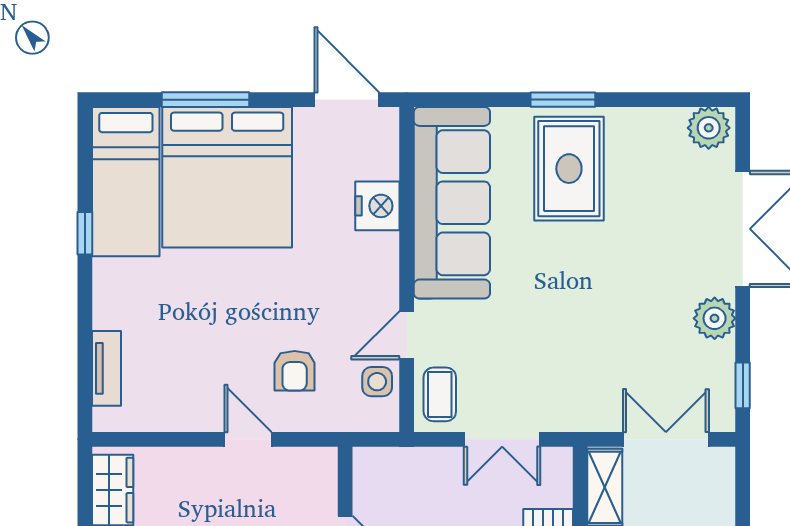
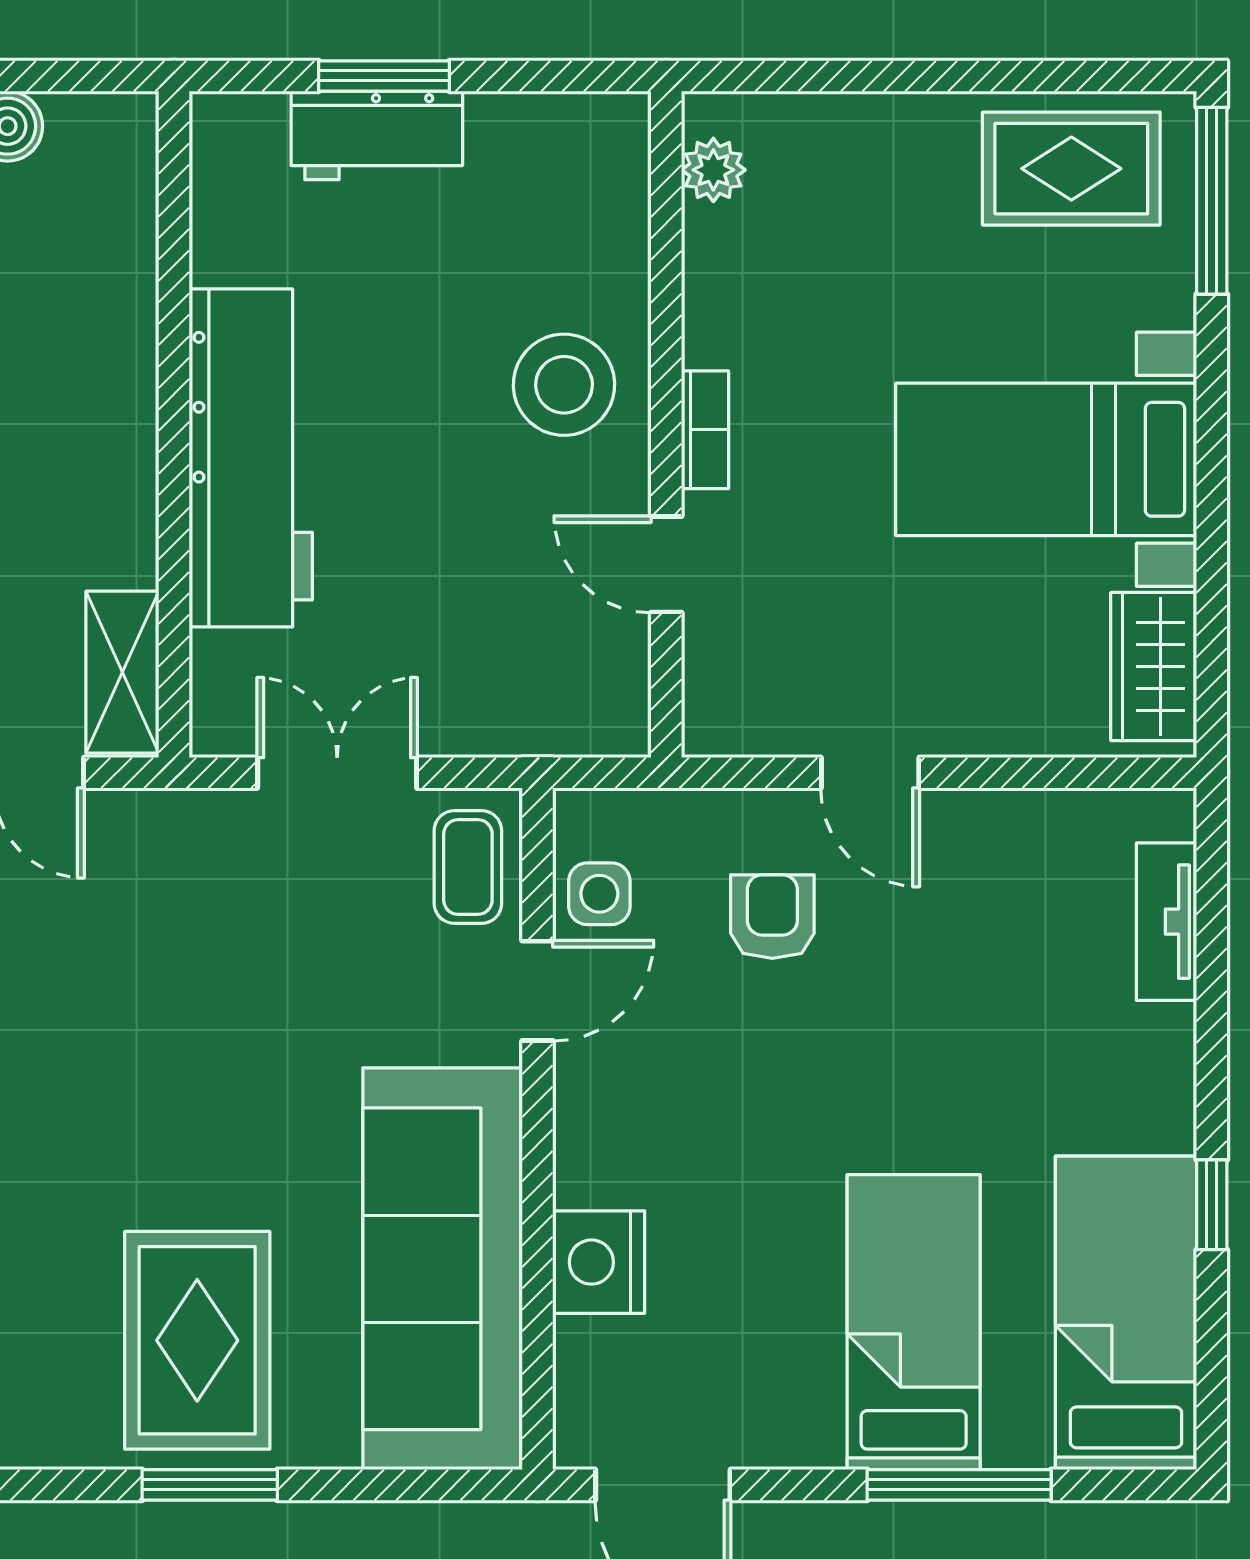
bed: (227, 177) -> (914, 1322), width x0.49

